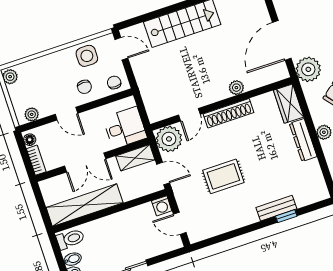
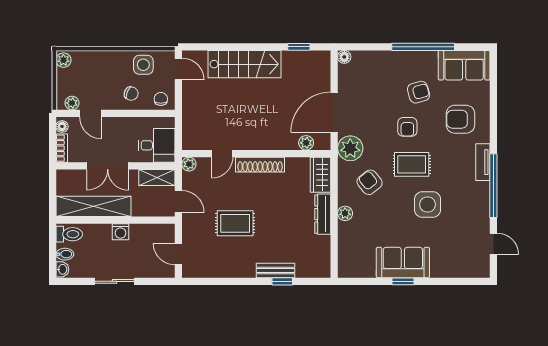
chair: (84, 87) -> (131, 94), turned -68
plant: (236, 88) -> (306, 143), moved
door: (66, 114) -> (90, 113), moved
plant: (169, 139) -> (189, 164), width x0.53, depth x0.53
washing machine: (162, 206) -> (120, 232), moved

